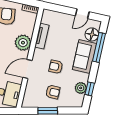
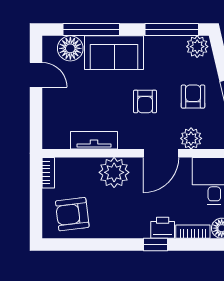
door: (27, 69) -> (161, 153), hinge flipped
plant: (31, 86) -> (191, 138), added
plant: (81, 88) -> (197, 47), moved
window: (90, 89) -> (172, 30), width x2.17

